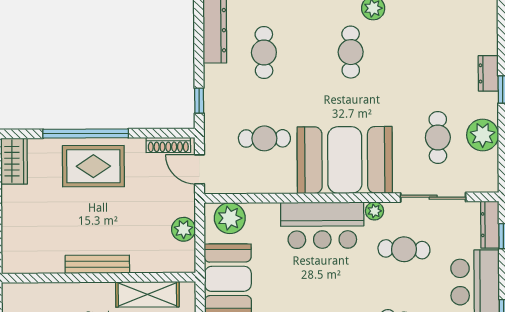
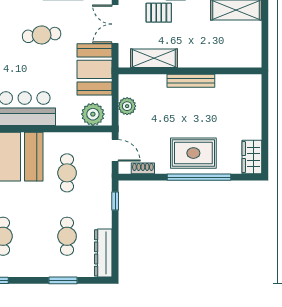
cafe table: (264, 138) -> (67, 173), turned 90
shoe rack: (168, 145) -> (143, 168), width x0.70

